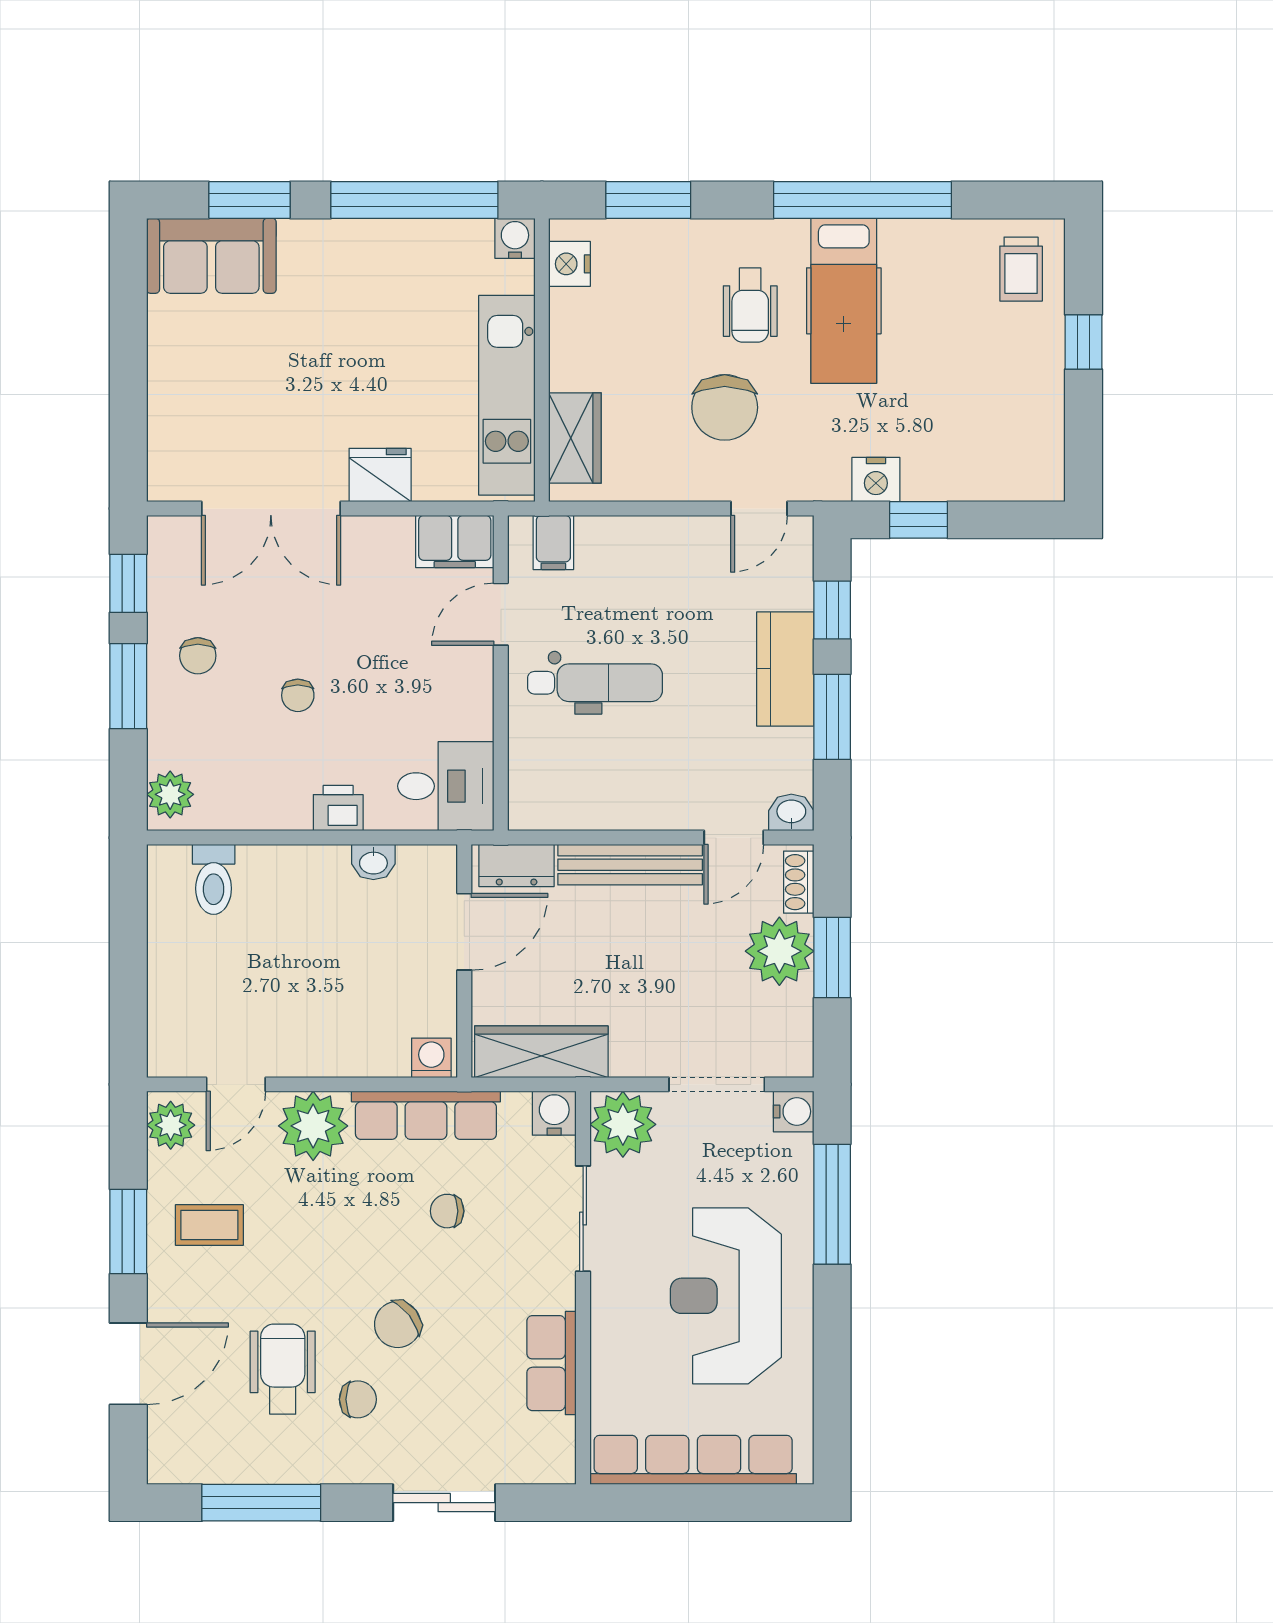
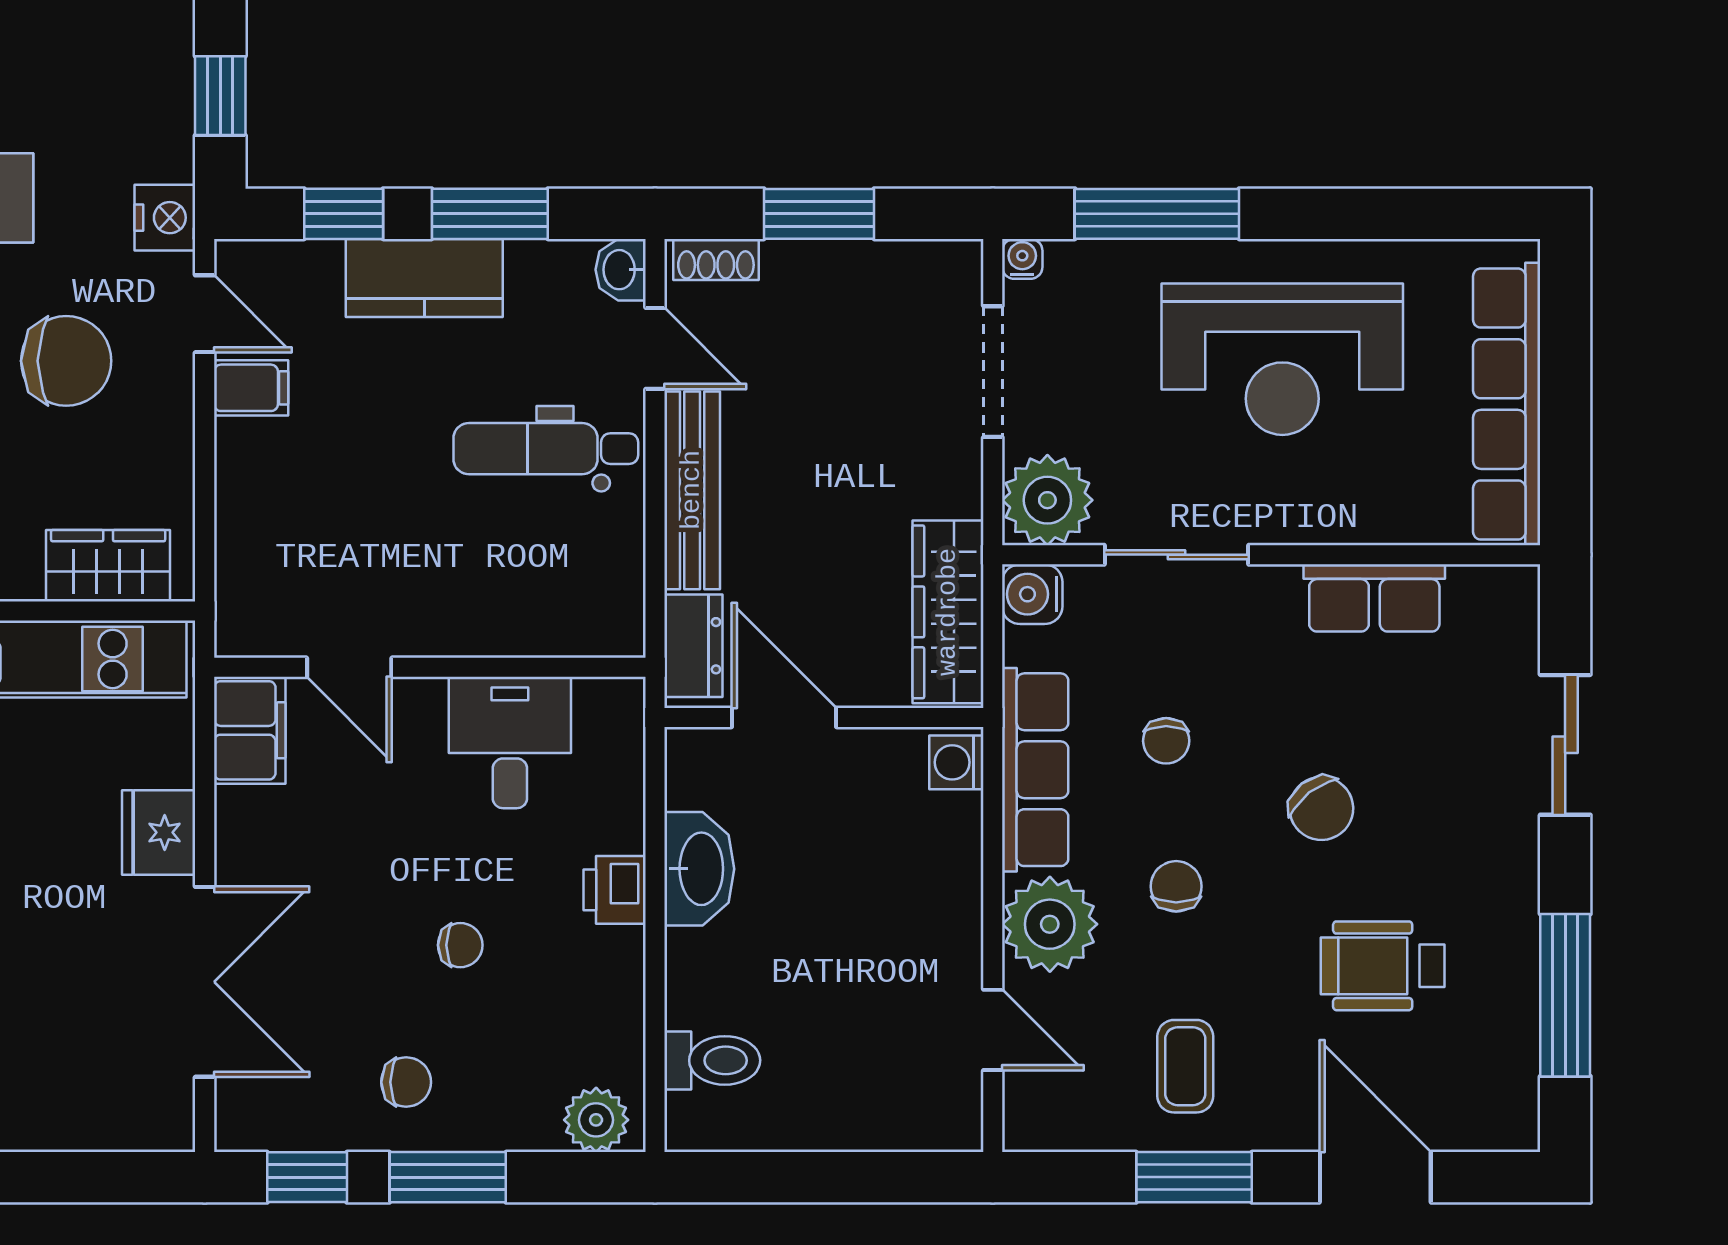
nightstand: (876, 480) -> (165, 218), moved
filing cabinet: (553, 542) -> (251, 388), moved
dental chair: (595, 683) -> (546, 449), moved, turned -90
desk: (446, 786) -> (510, 743), moved
washbasin: (373, 862) -> (699, 869), width x1.91, depth x1.45
plant: (779, 951) -> (811, 286), removed
water cooler: (794, 1111) -> (1022, 259), width x0.72, depth x0.72
plant: (171, 1125) -> (1049, 1119), removed
chair: (358, 1399) -> (1176, 886), moved

